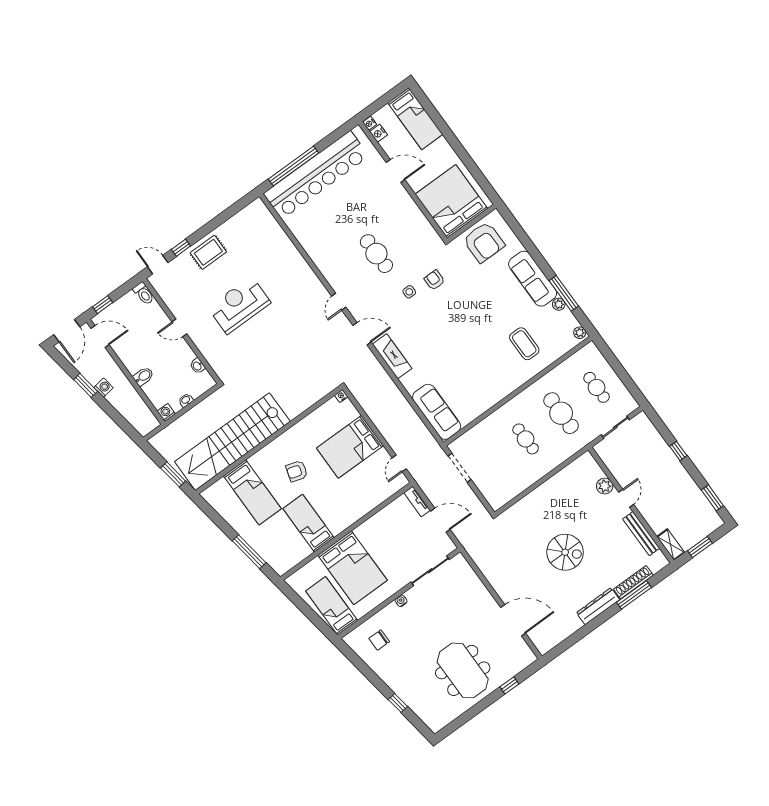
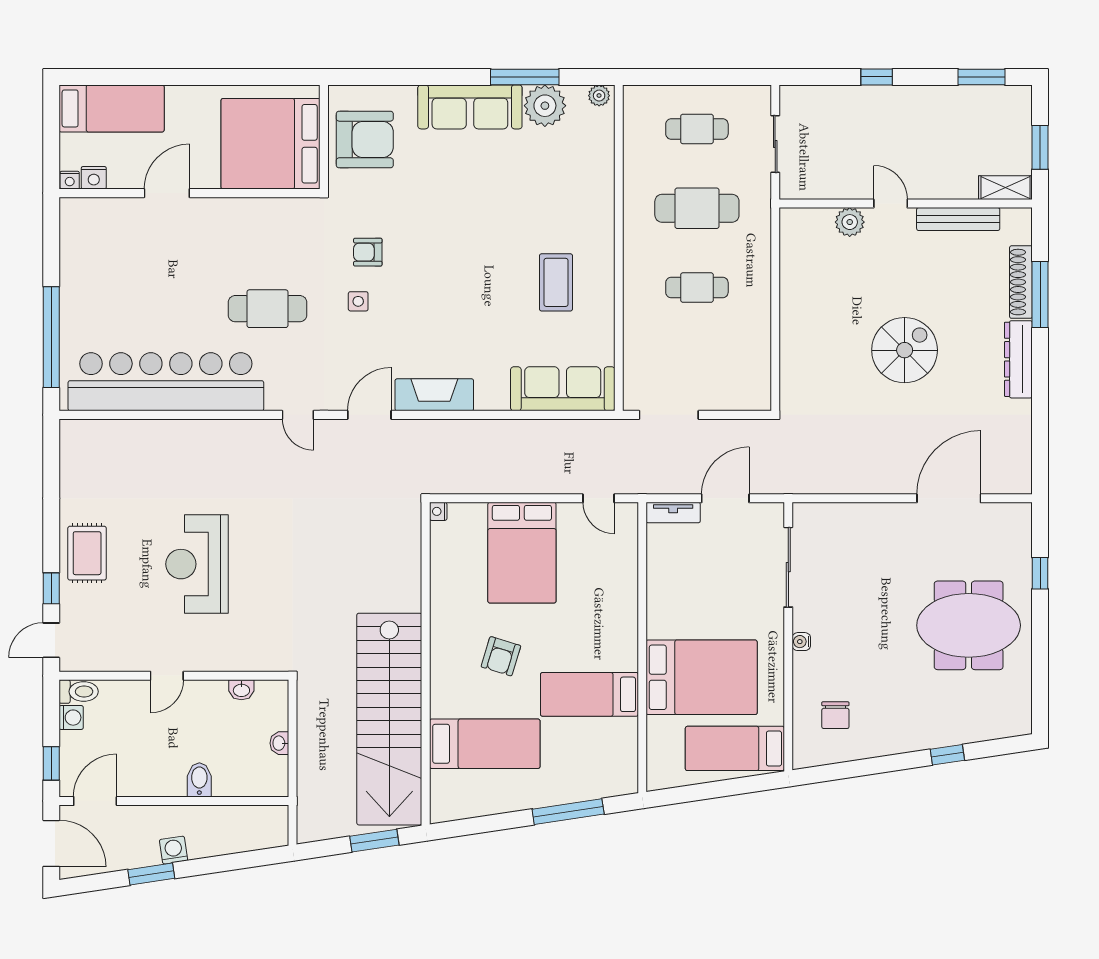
bar counter: (316, 175) -> (166, 382), moved, turned -90
plant: (559, 304) -> (545, 106), width x1.87, depth x1.87
coffee table: (524, 344) -> (556, 282), moved, turned 90
washing machine: (166, 413) -> (71, 718), moved, turned 180

